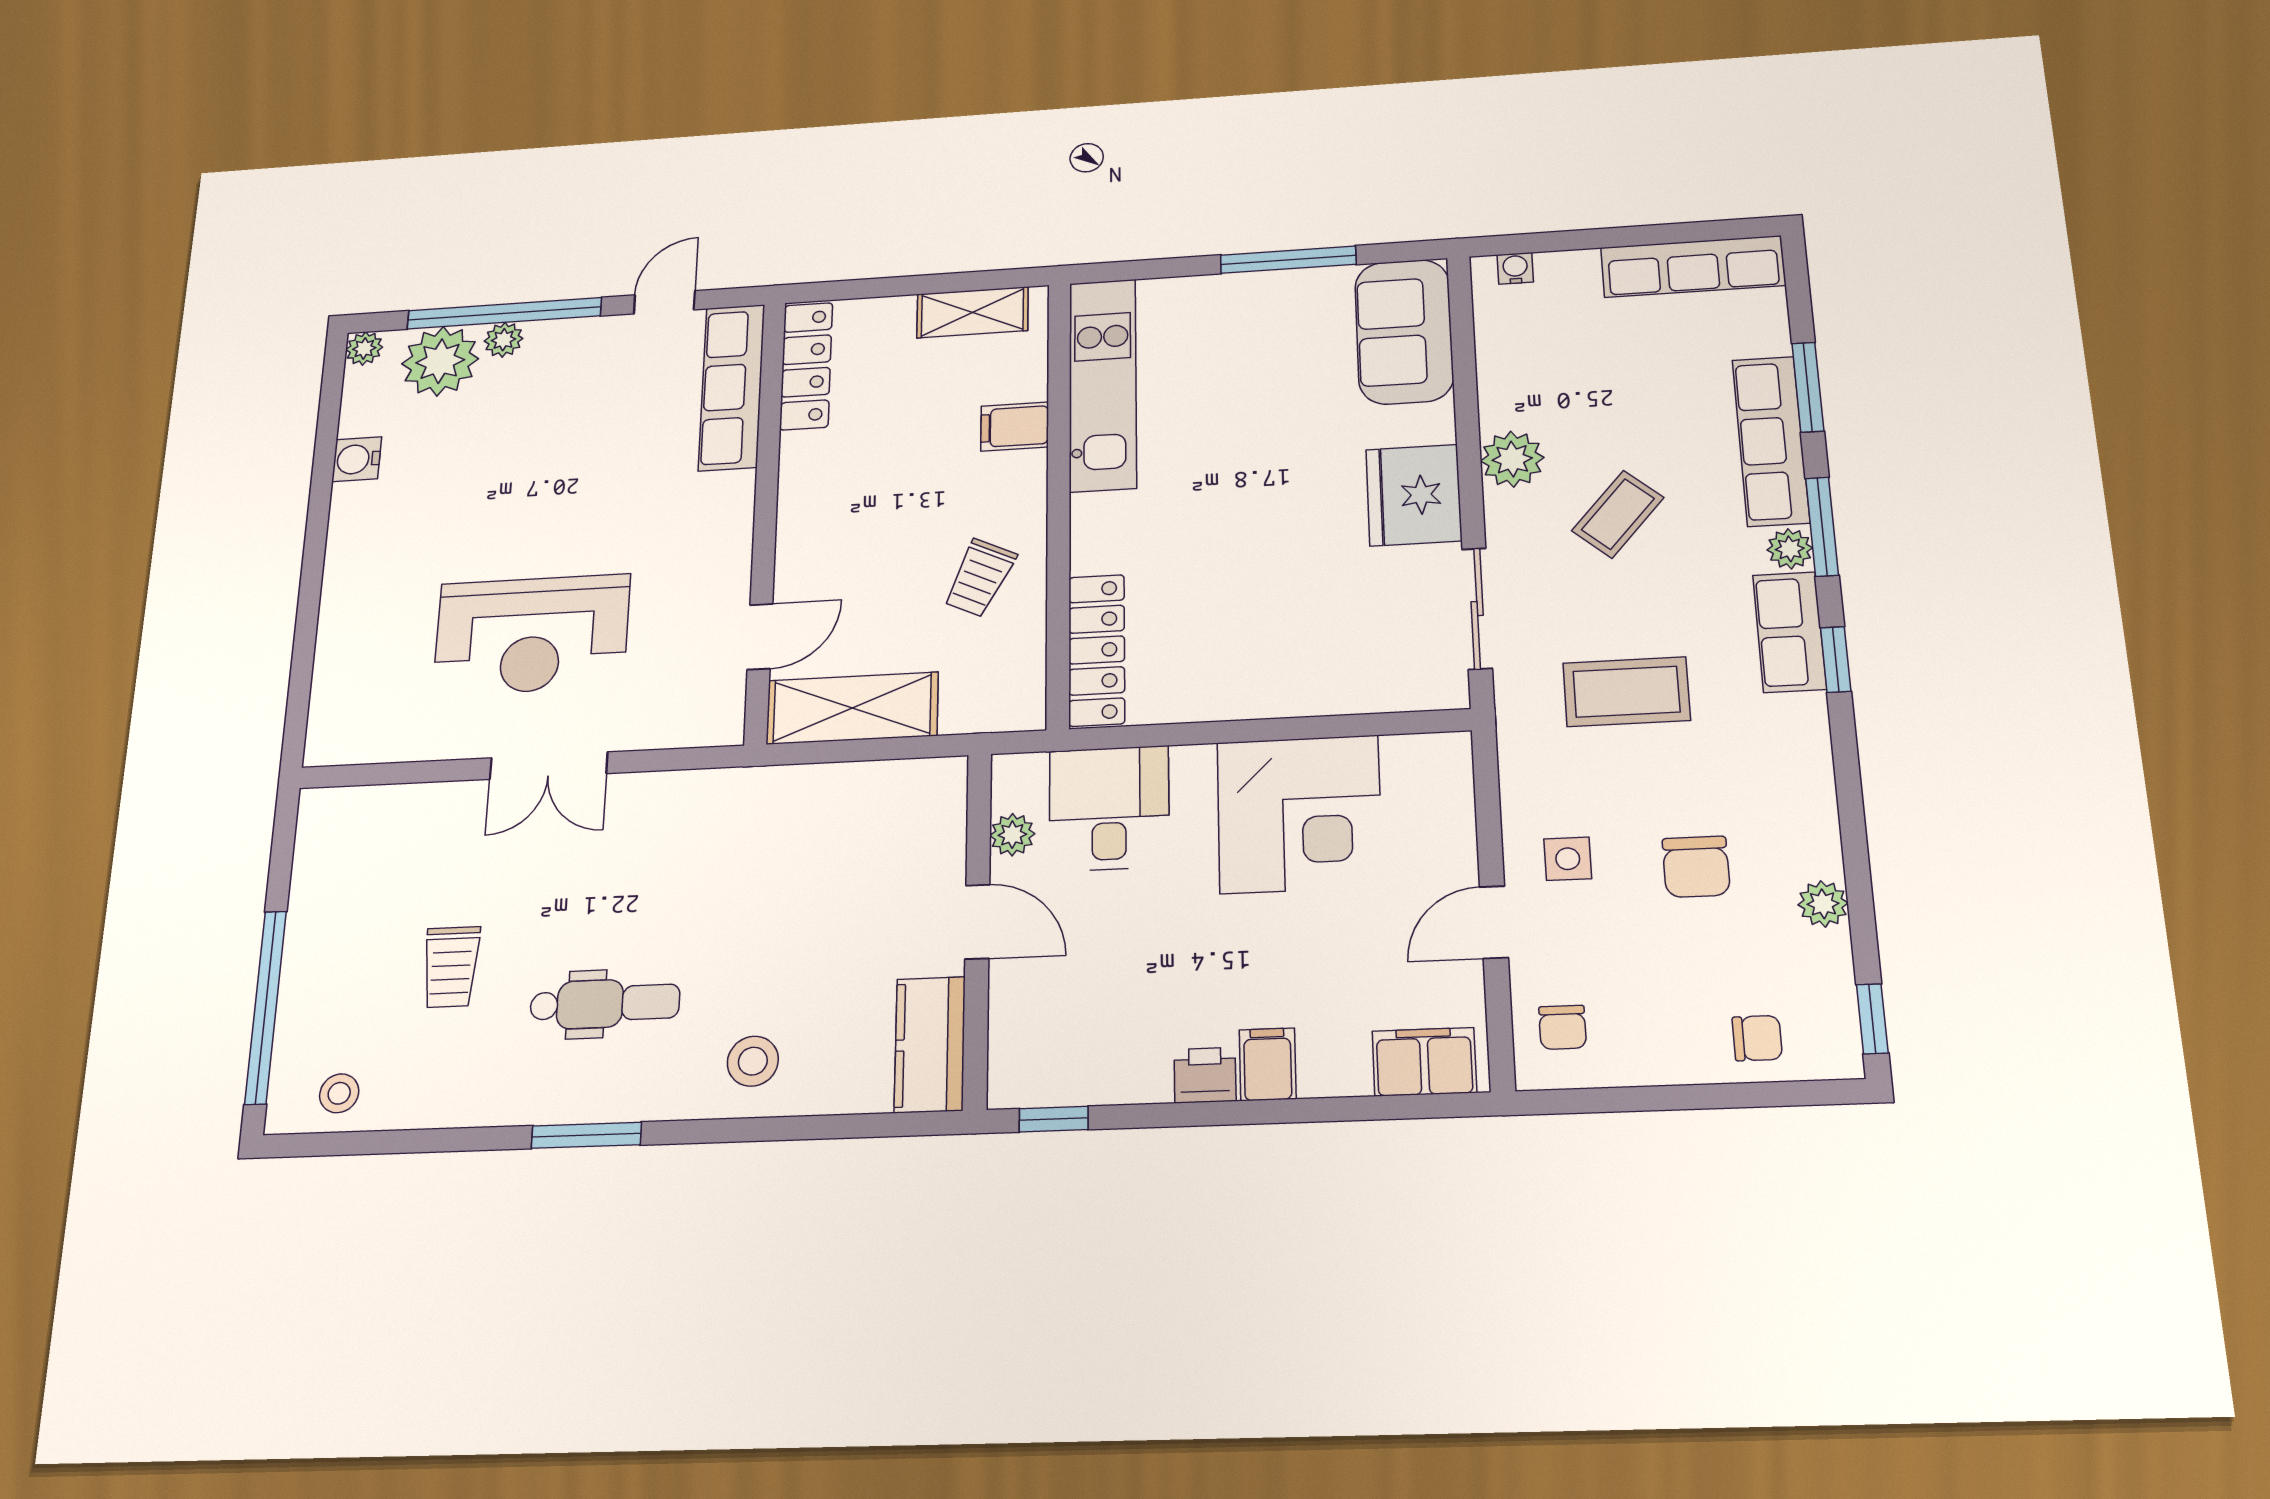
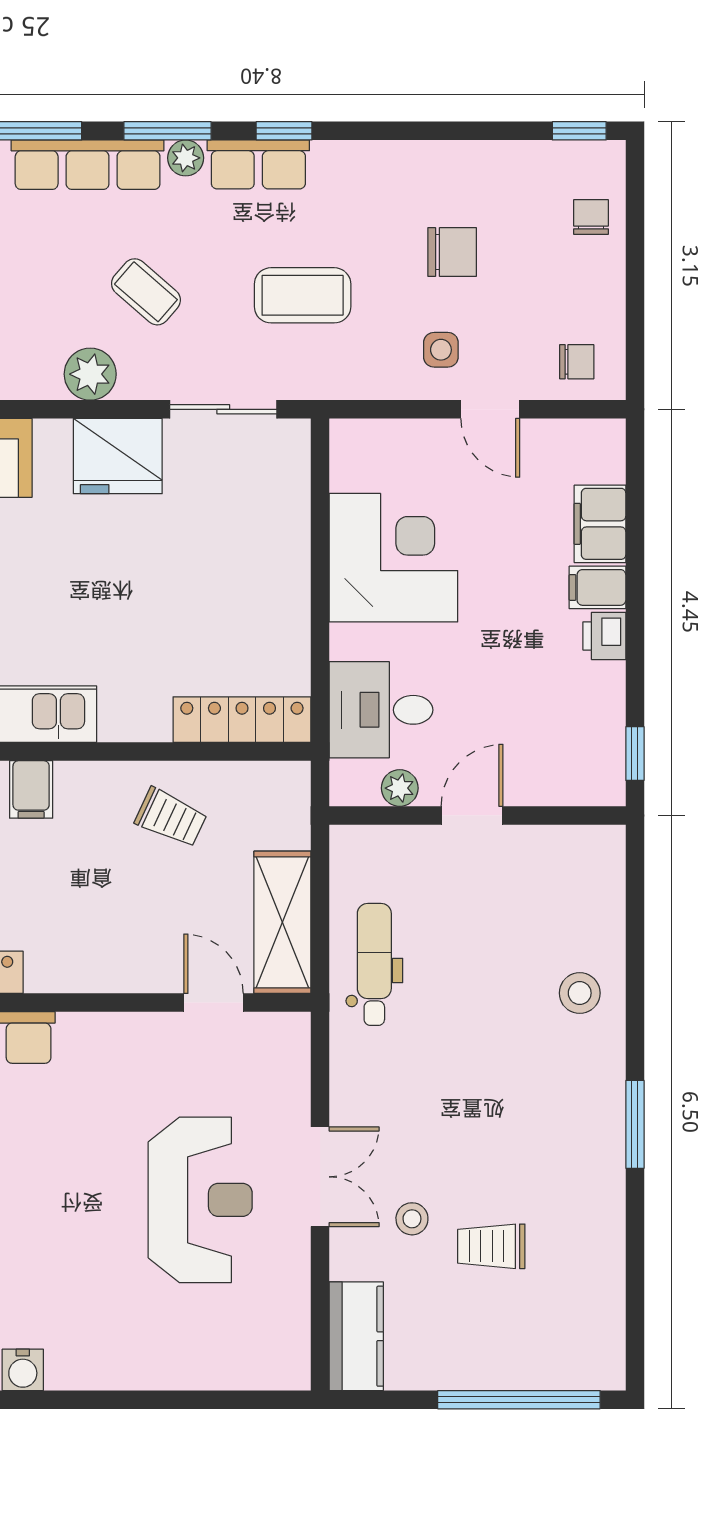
coffee table: (1626, 692) -> (303, 295), turned 90
plant: (1823, 904) -> (487, 159), removed
trolley: (451, 967) -> (491, 1246), turned 180
dental chair: (605, 1004) -> (374, 964), moved
kitchen counter: (930, 1044) -> (356, 1336), moved, turned -90
filing cabinet: (1424, 1062) -> (600, 524), moved
stool: (339, 1093) -> (412, 1219), moved

